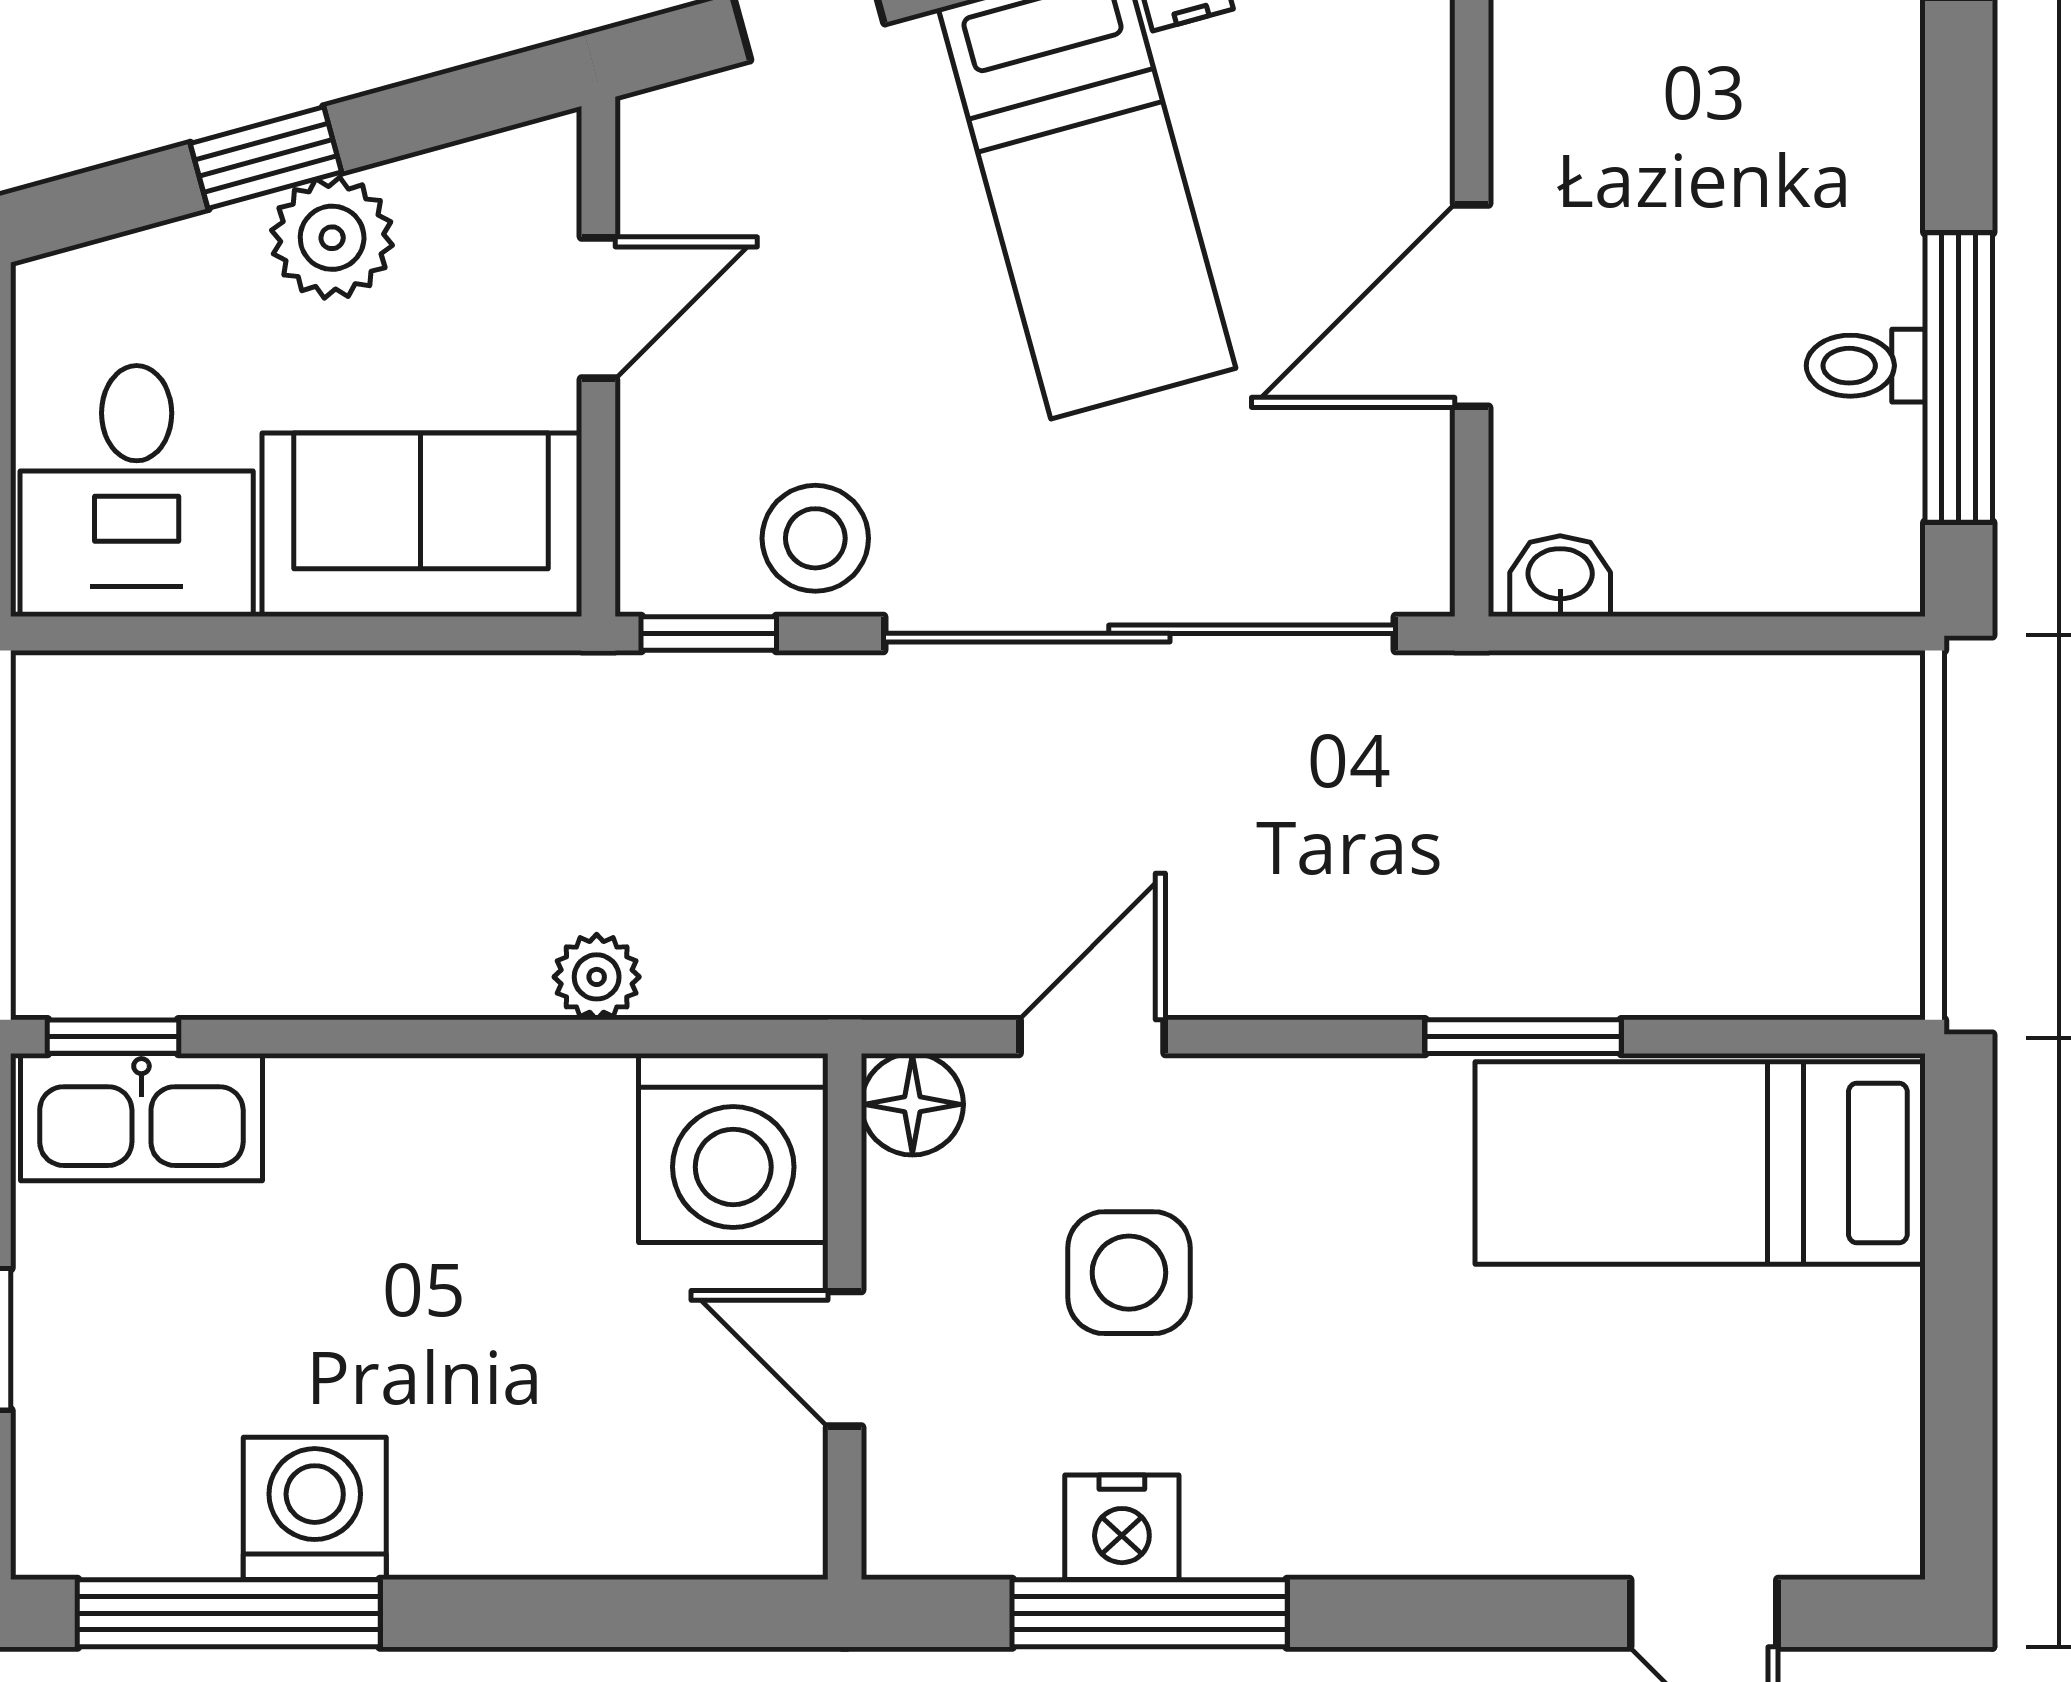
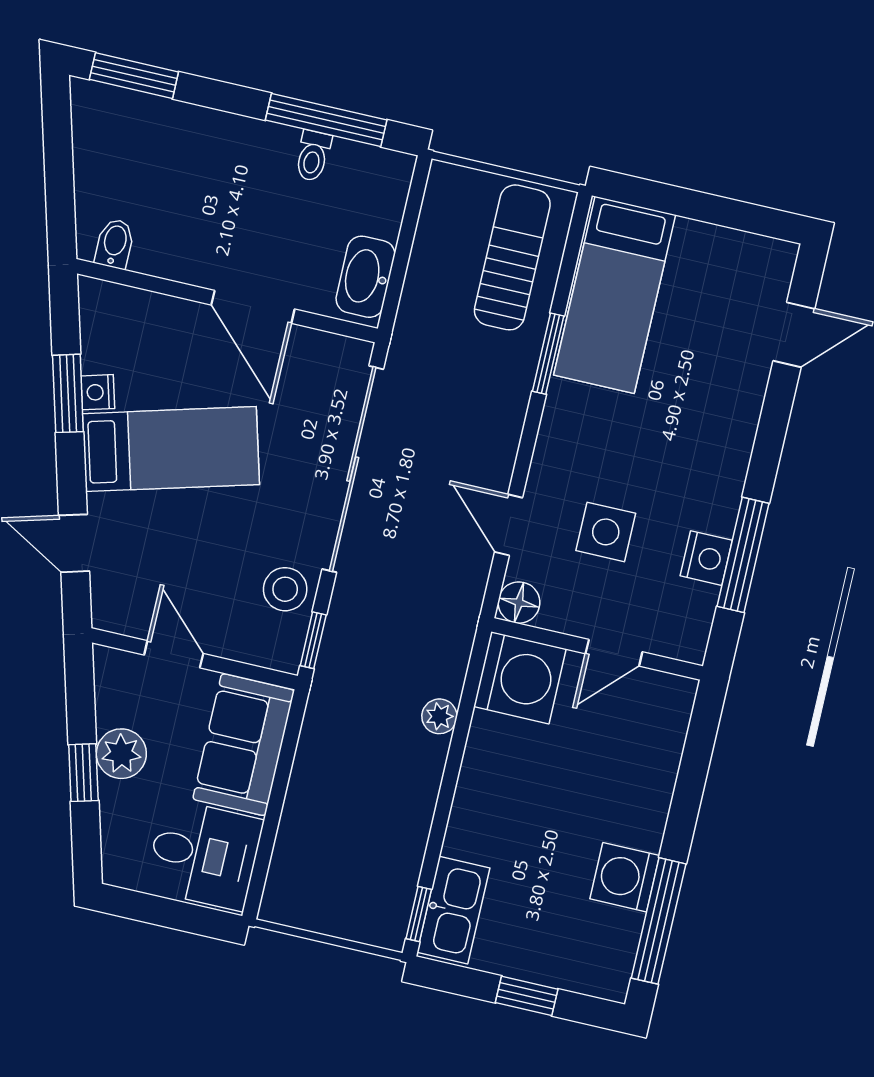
washbasin: (1560, 576) -> (366, 277), width x1.91, depth x1.45
sun lounger: (1733, 898) -> (512, 257), added

